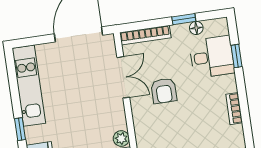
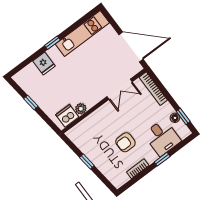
window: (184, 19) -> (183, 116), moved
window: (237, 56) -> (162, 159), moved
armchair: (164, 91) -> (125, 142), moved

